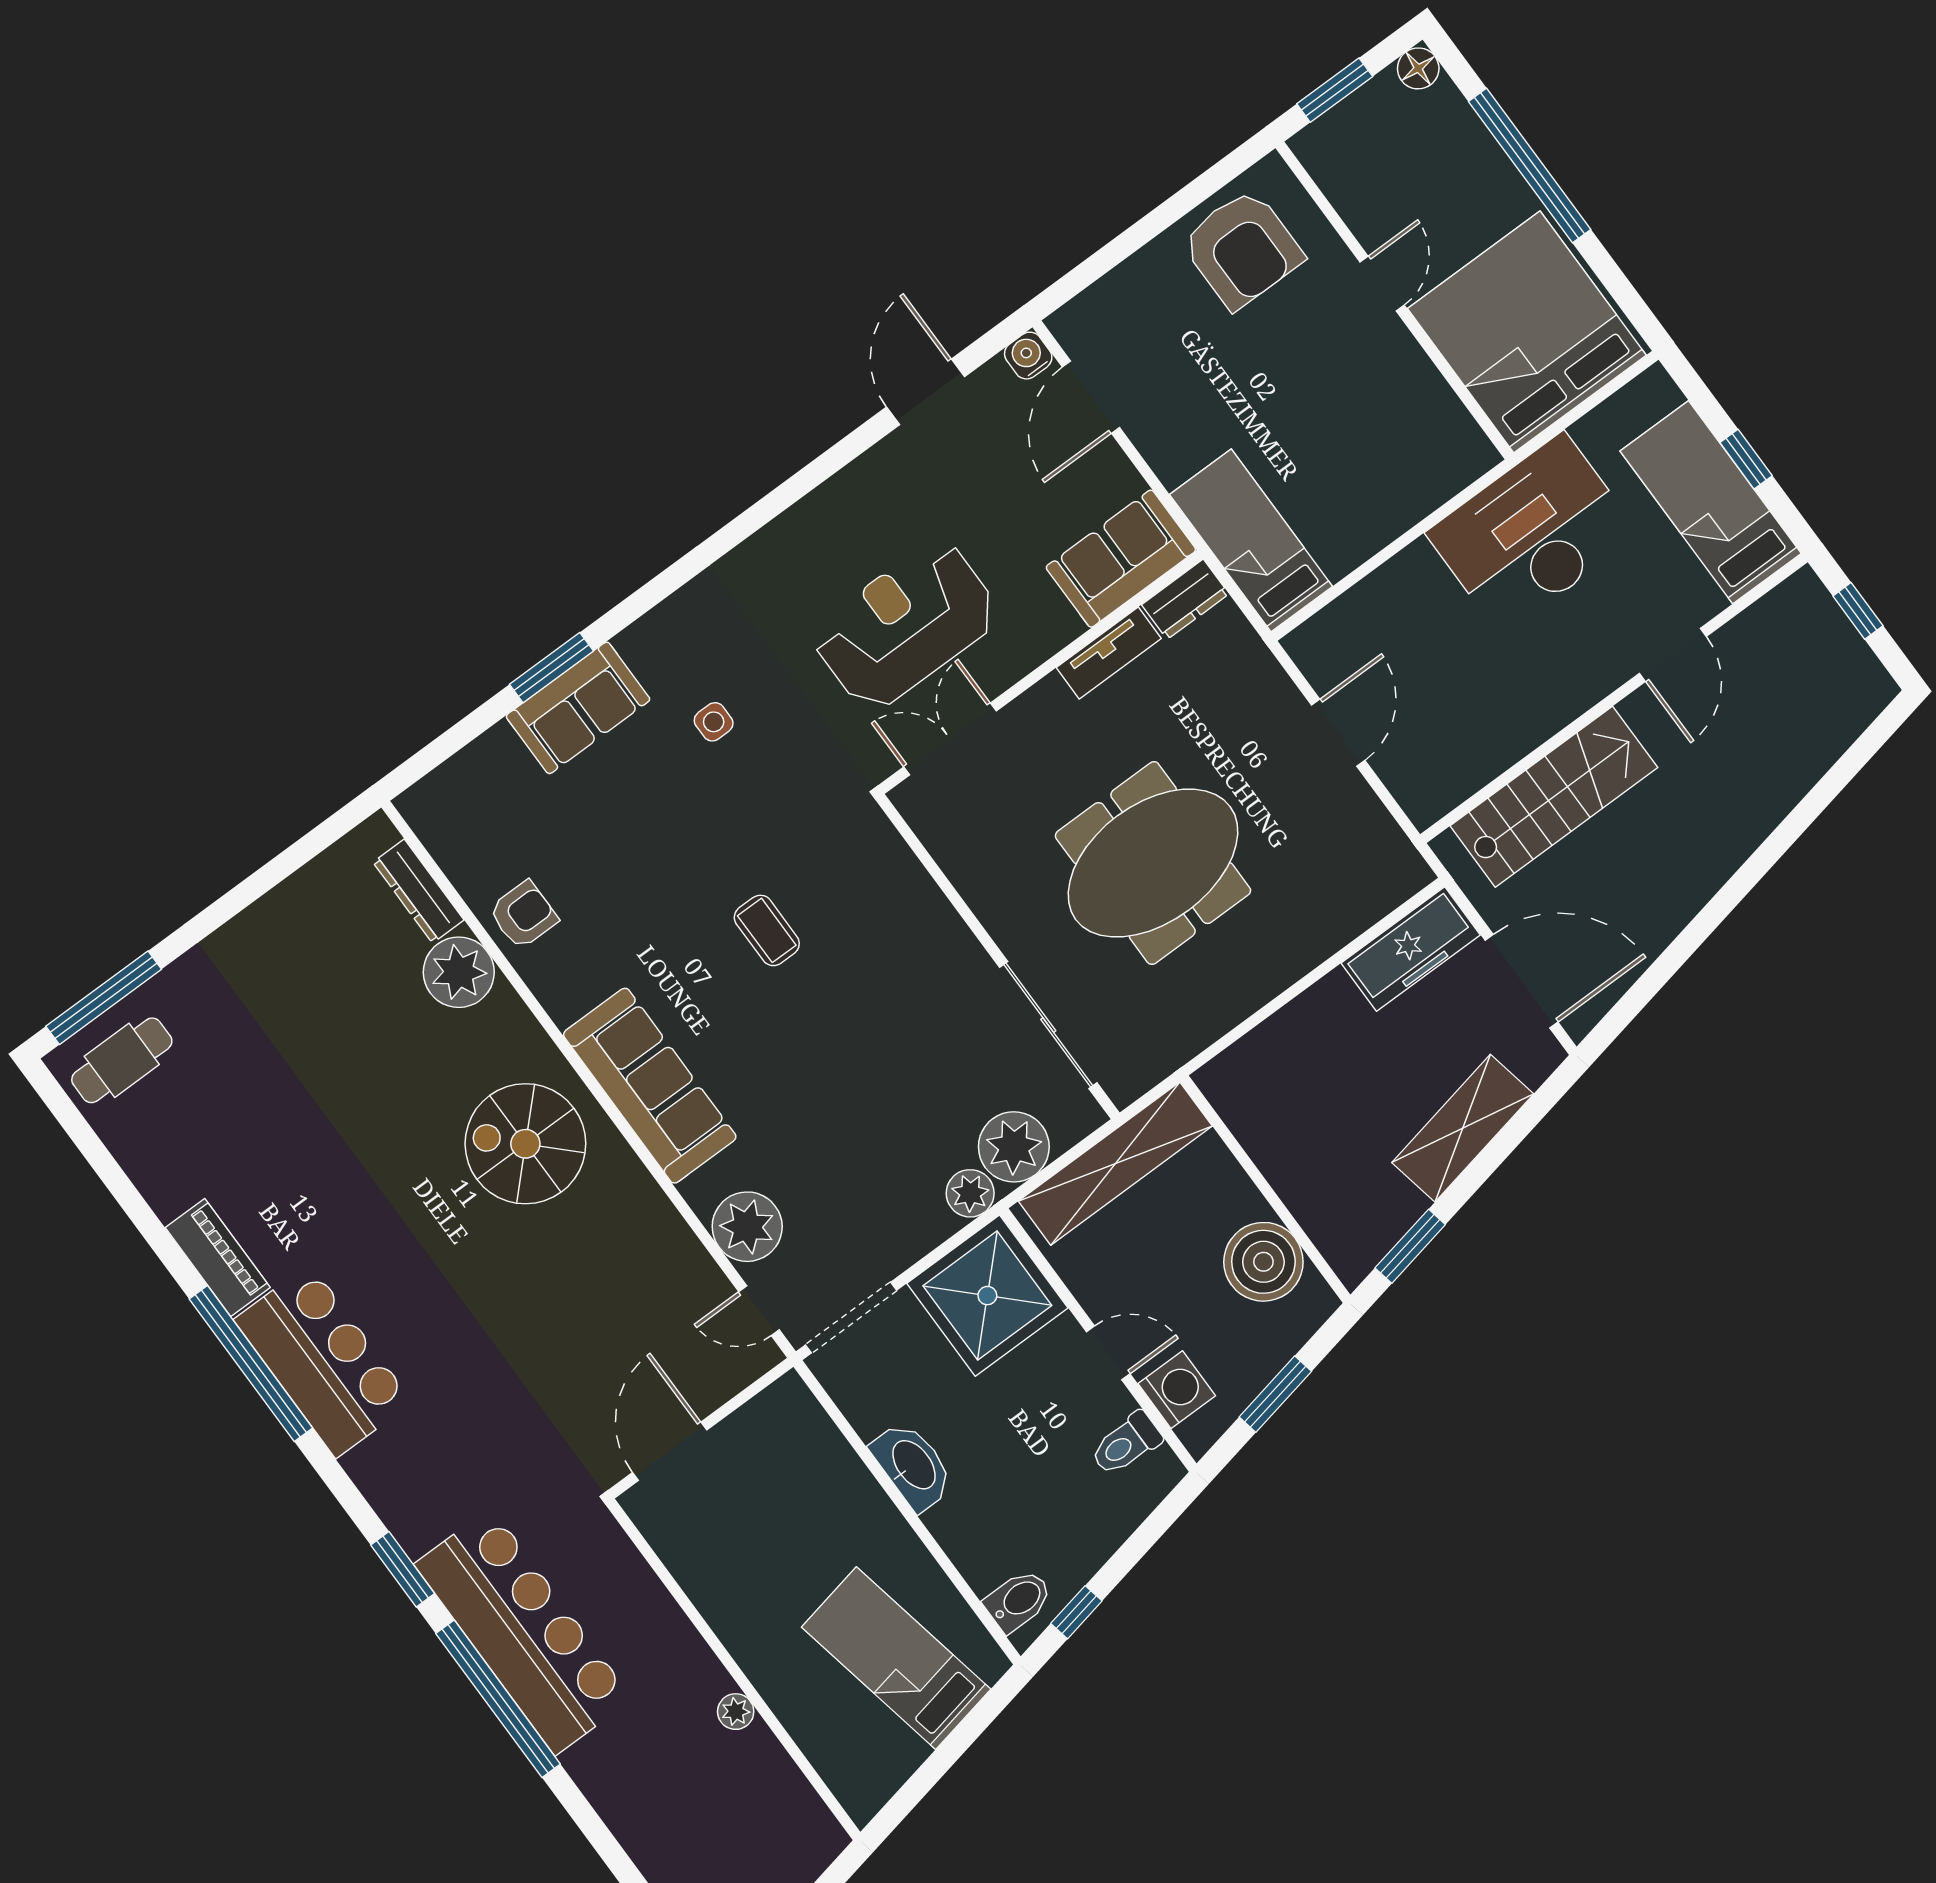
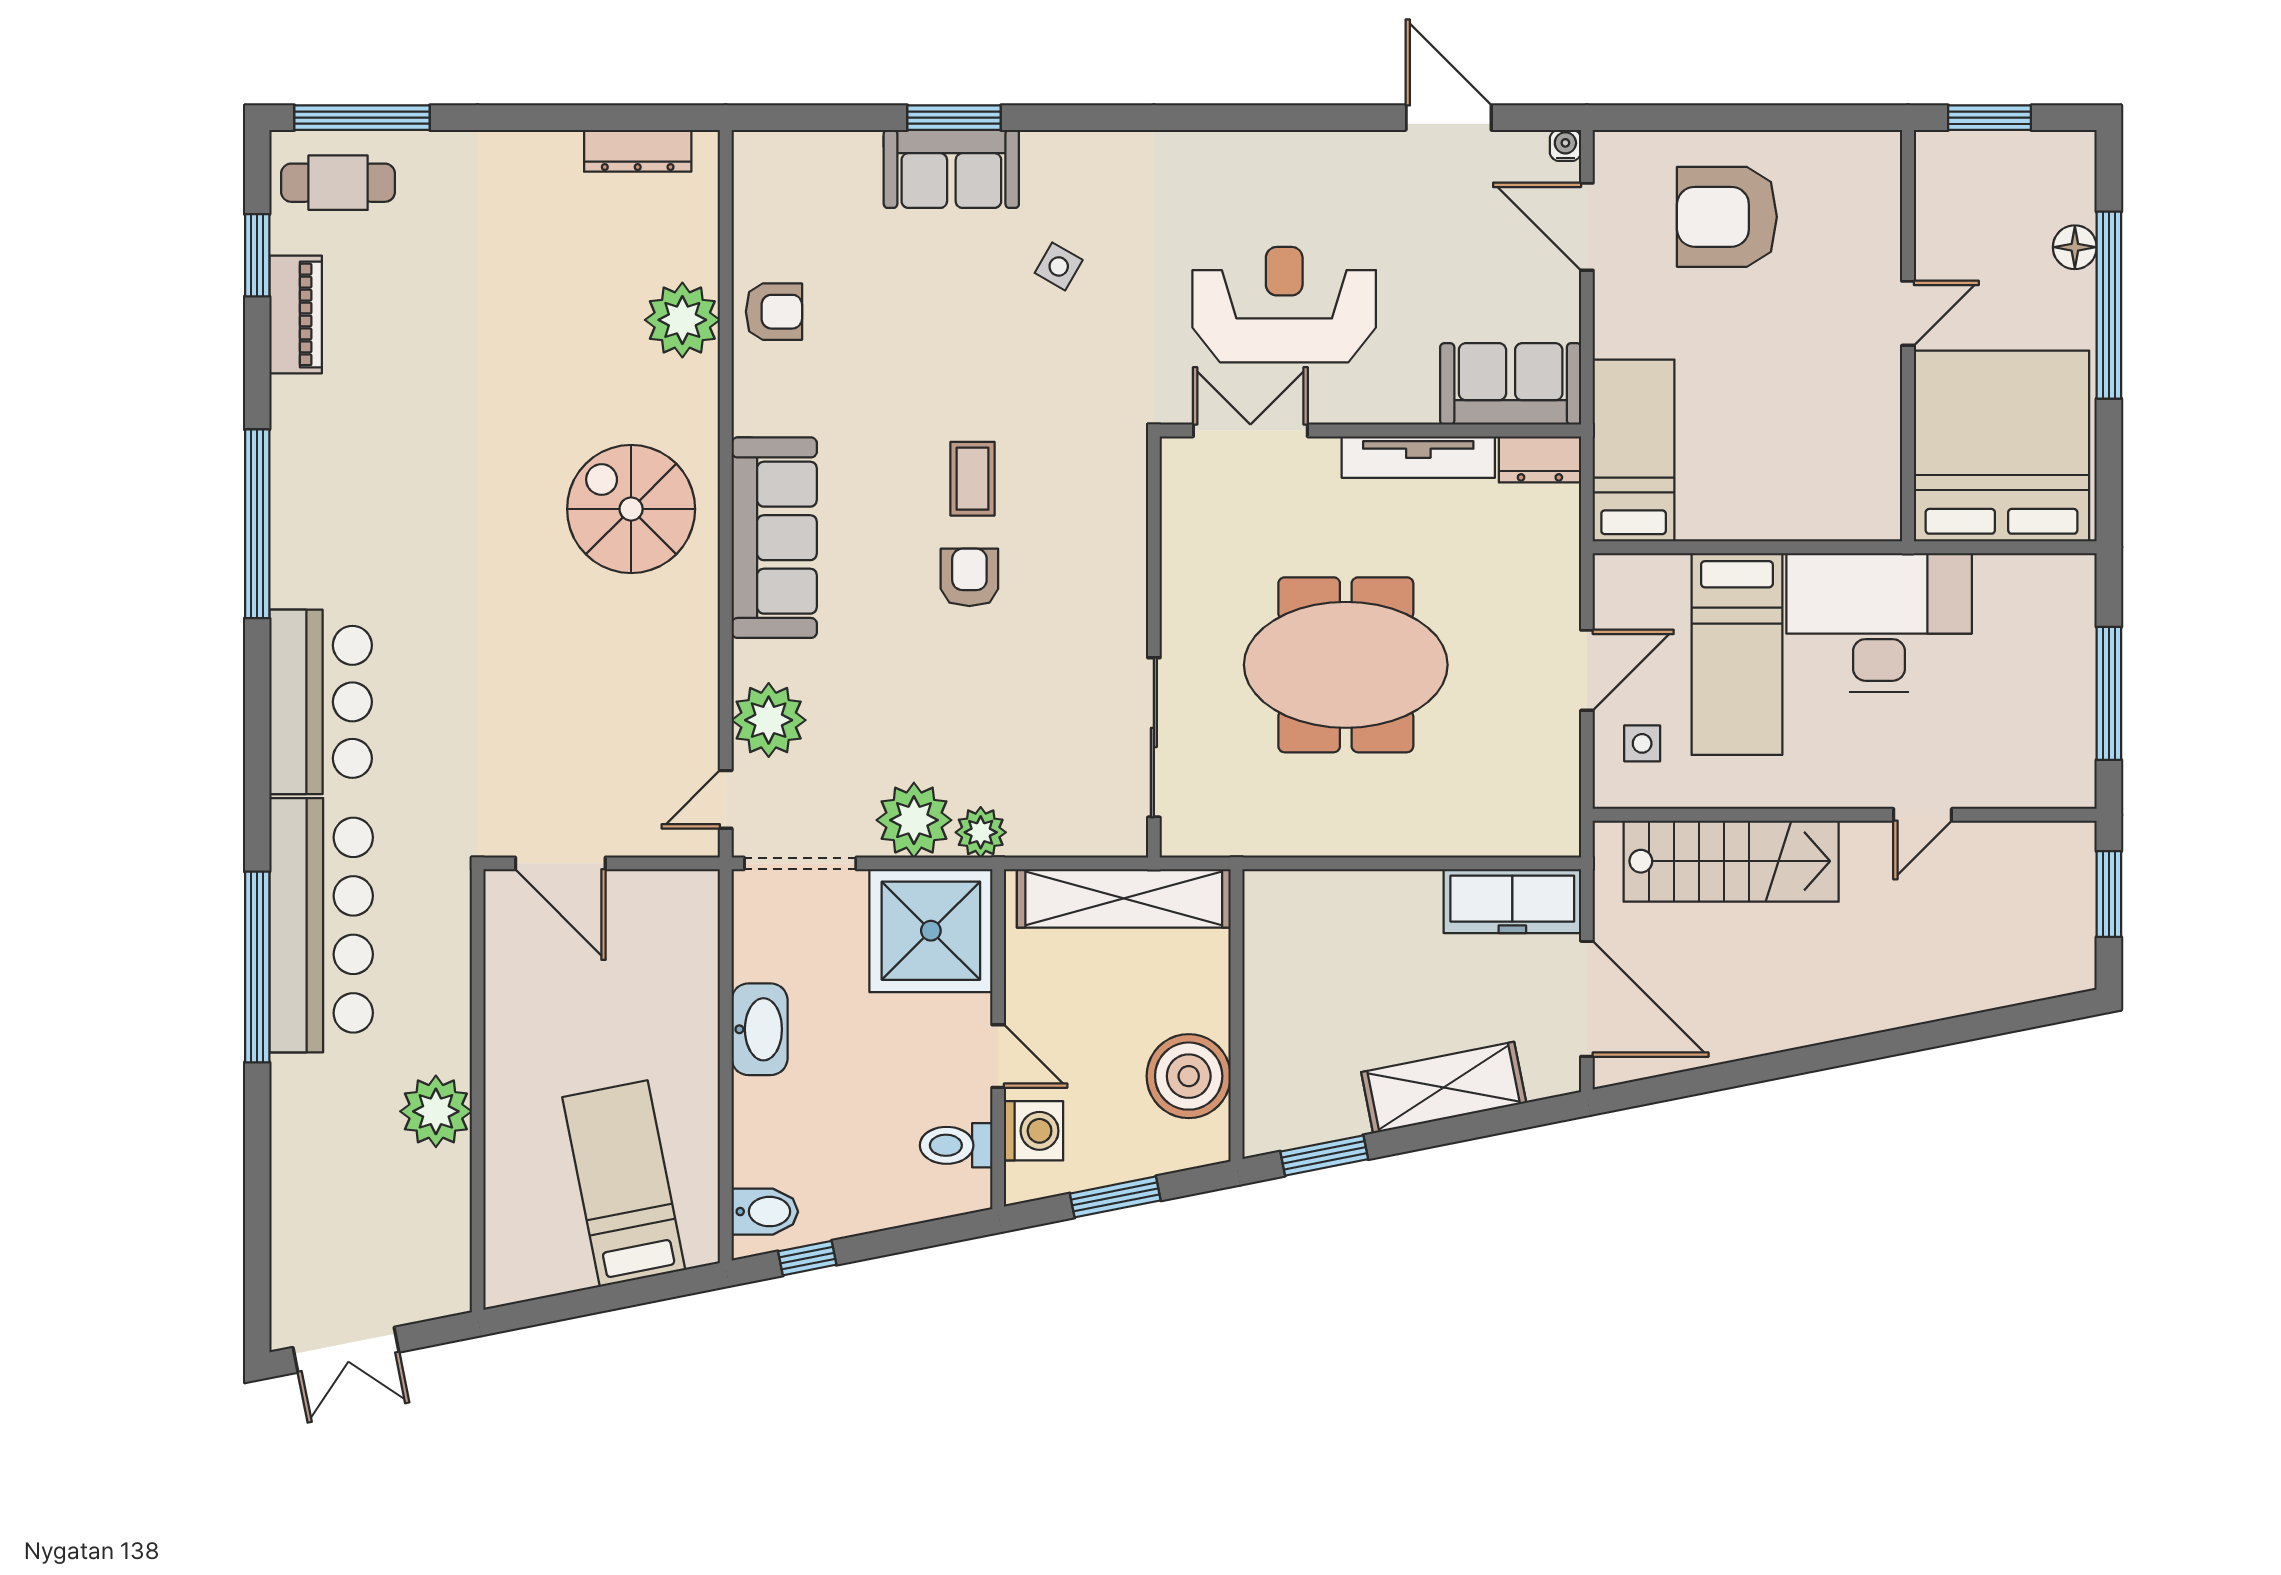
floor lamp: (1418, 68) -> (2075, 247), moved
armchair: (1242, 249) -> (1727, 217), moved, turned 90
water cooler: (1028, 356) -> (1565, 145), width x0.72, depth x0.72
door: (925, 392) -> (1449, 118), hinge flipped
door: (1091, 397) -> (1587, 227), hinge flipped
window: (1746, 459) -> (2109, 693), width x2.17
bed: (1711, 502) -> (1737, 654), moved, turned 180
window: (1858, 611) -> (2109, 894), width x1.50
tv unit: (1109, 653) -> (1418, 457), width x1.41
door: (1673, 655) -> (1923, 815), width x0.73
side table: (714, 722) -> (1059, 266), turned 30
side table: (1421, 757) -> (1642, 743), added
dresser: (418, 891) -> (638, 151), moved, turned -90
armchair: (820, 1007) -> (969, 577), added
plant: (1014, 1147) -> (914, 820), moved
piano: (218, 1258) -> (296, 314), moved
door: (759, 1311) -> (726, 799), hinge flipped
bar counter: (323, 1361) -> (321, 702), moved
door: (670, 1451) -> (560, 863), swing flipped
window: (403, 1569) -> (257, 255), moved
plant: (736, 1712) -> (436, 1111), width x1.87, depth x1.87

